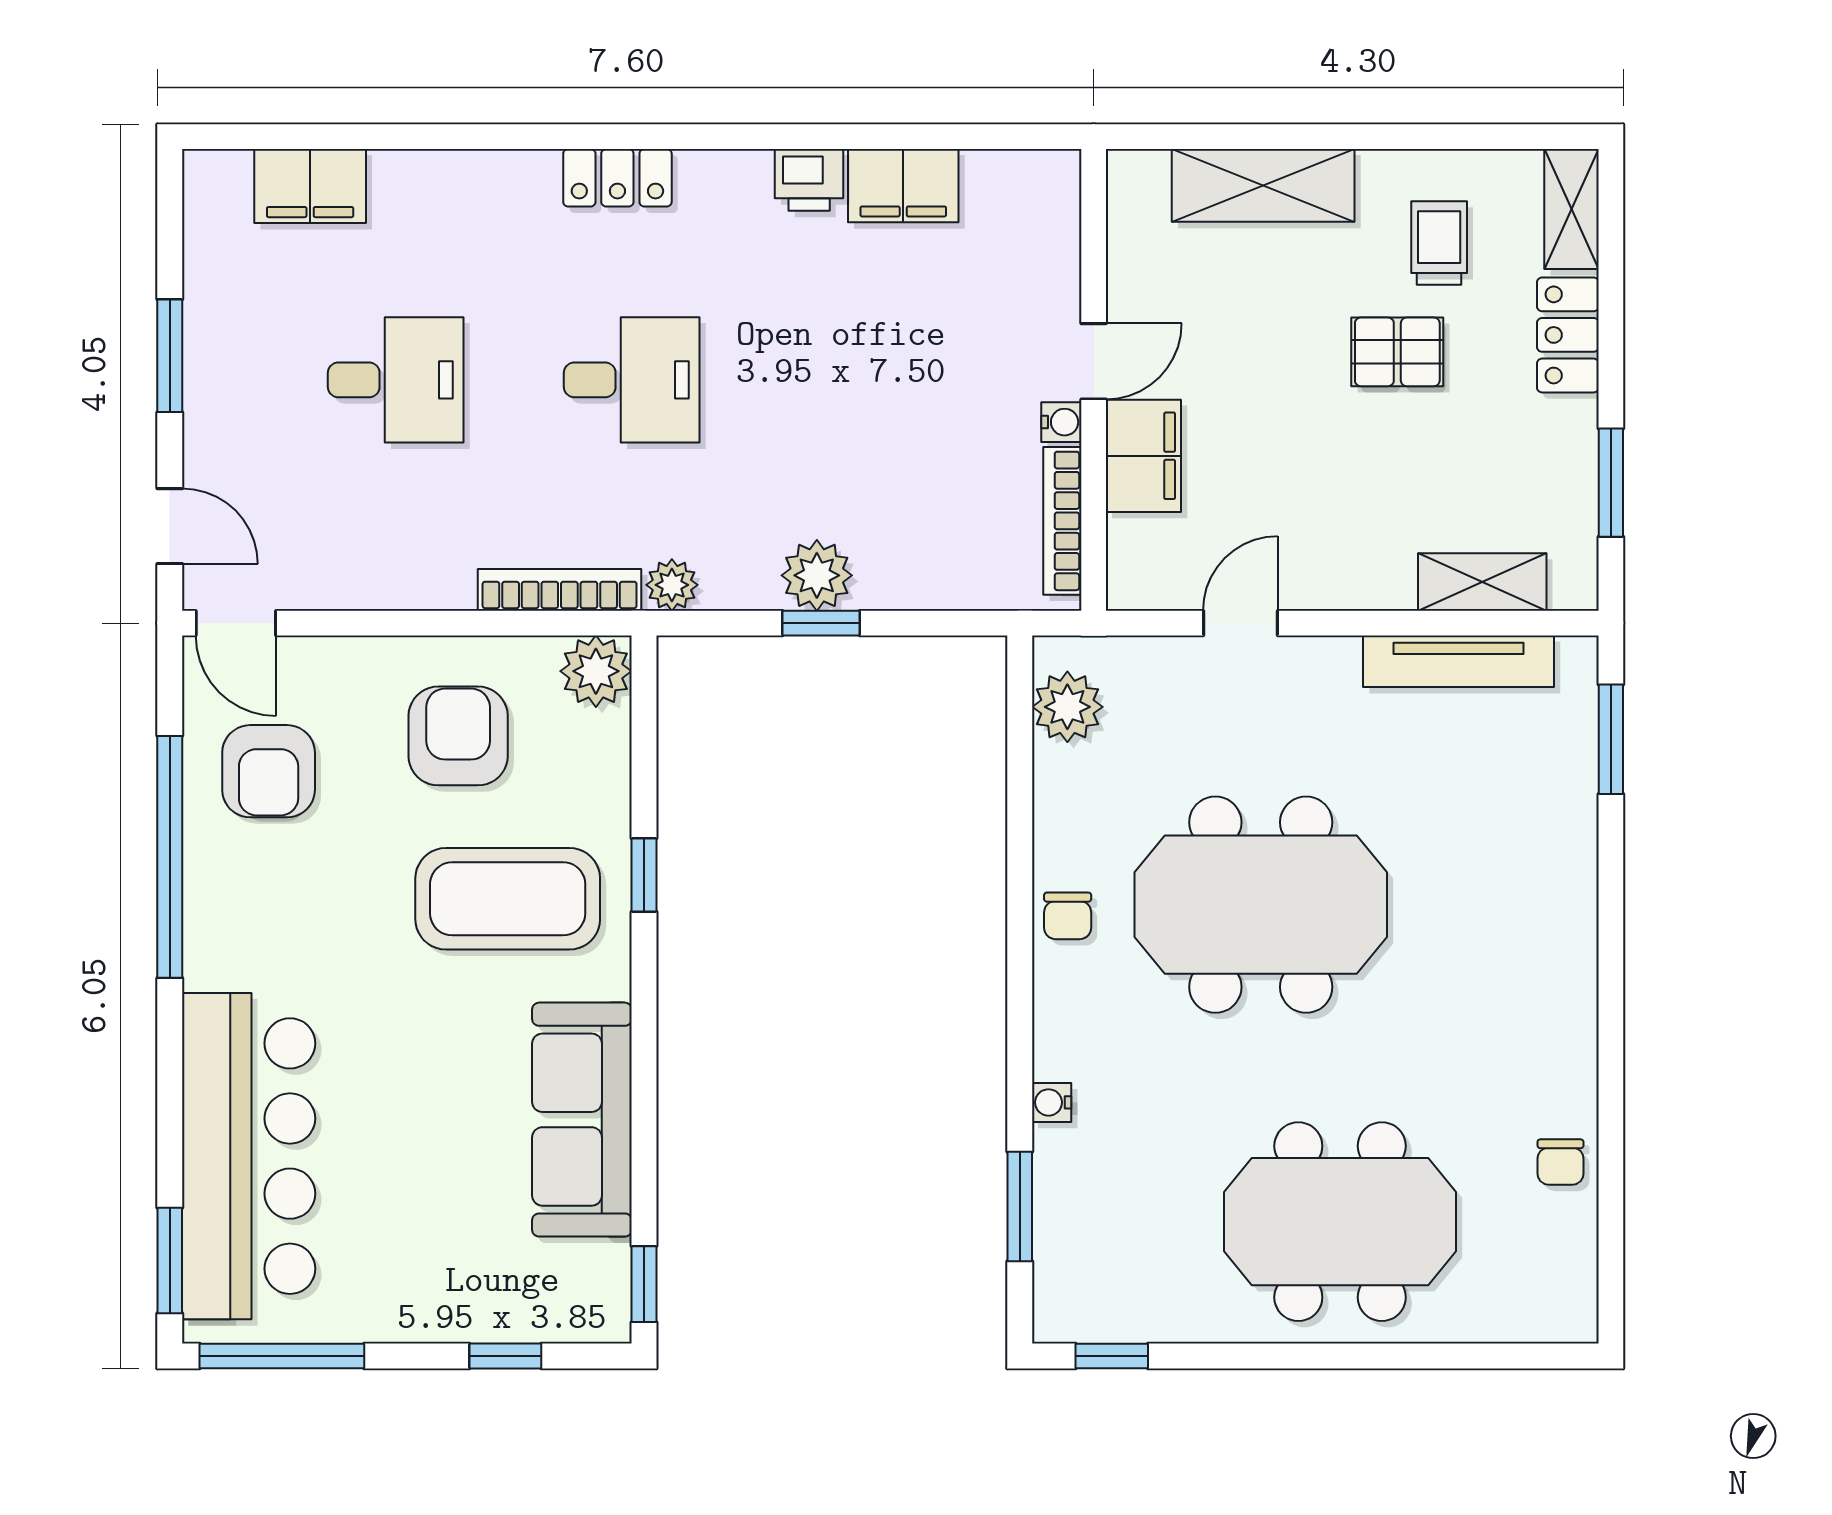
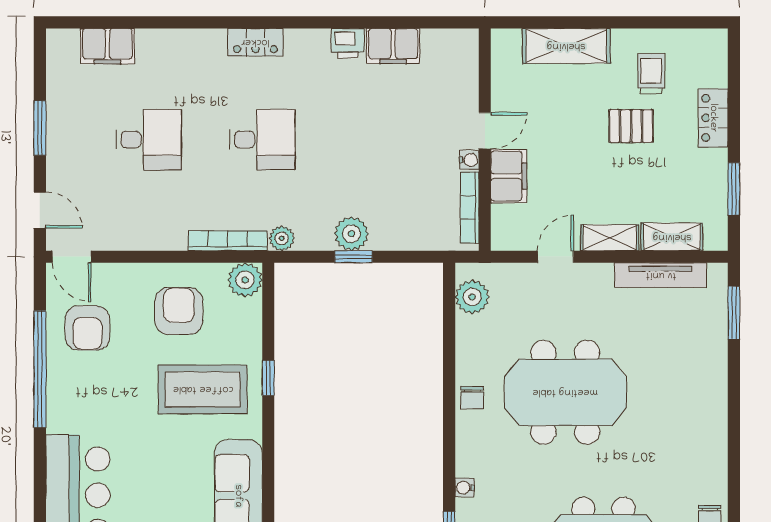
shelving: (1572, 209) -> (610, 238), moved, turned 90

